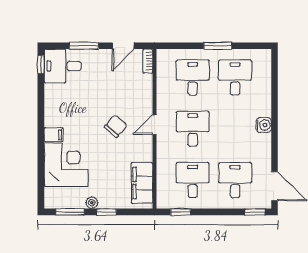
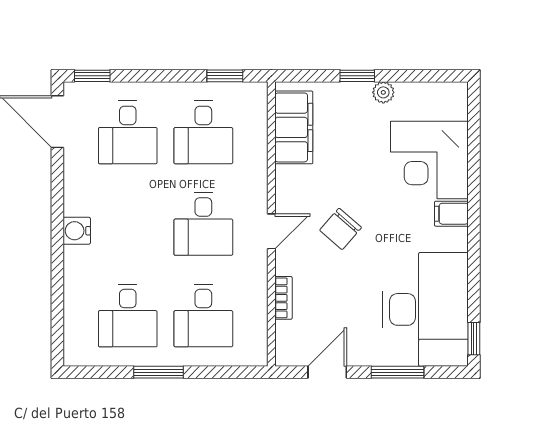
bookcase: (148, 61) -> (283, 298), moved
desk: (63, 66) -> (426, 309), width x1.87, depth x1.30
window: (70, 212) -> (422, 76), removed

